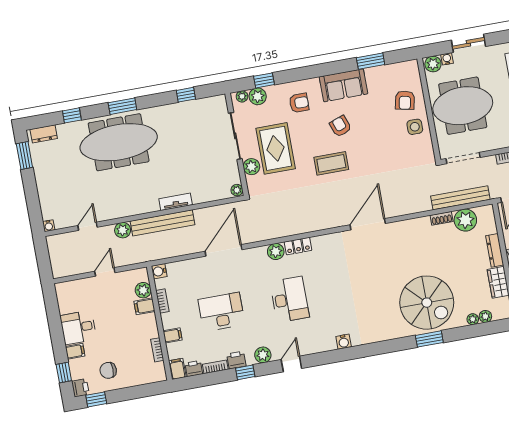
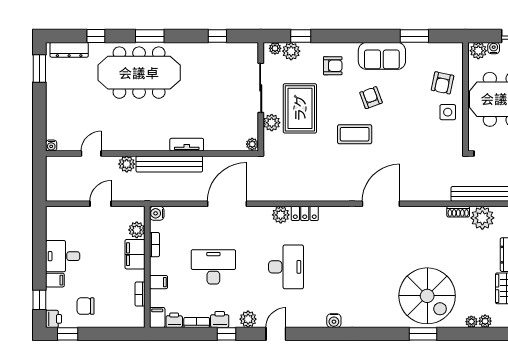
dresser: (44, 134) -> (69, 50), width x1.44
filing cabinet: (144, 306) -> (135, 254), width x2.00

